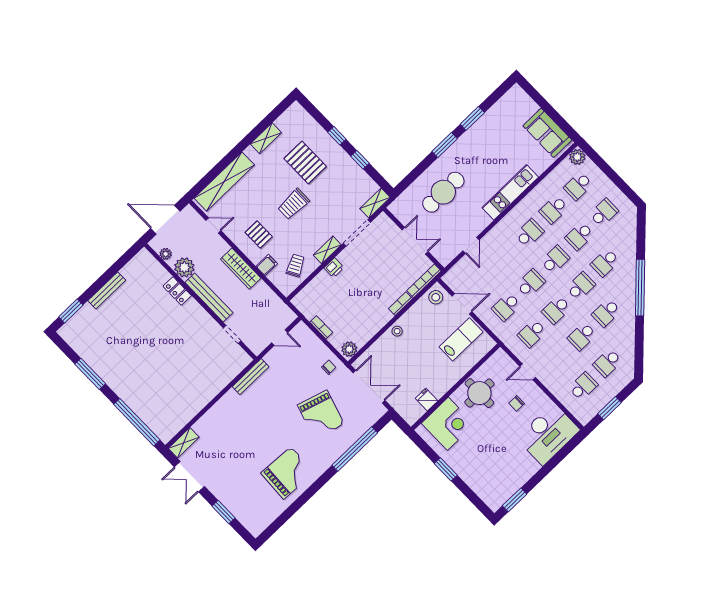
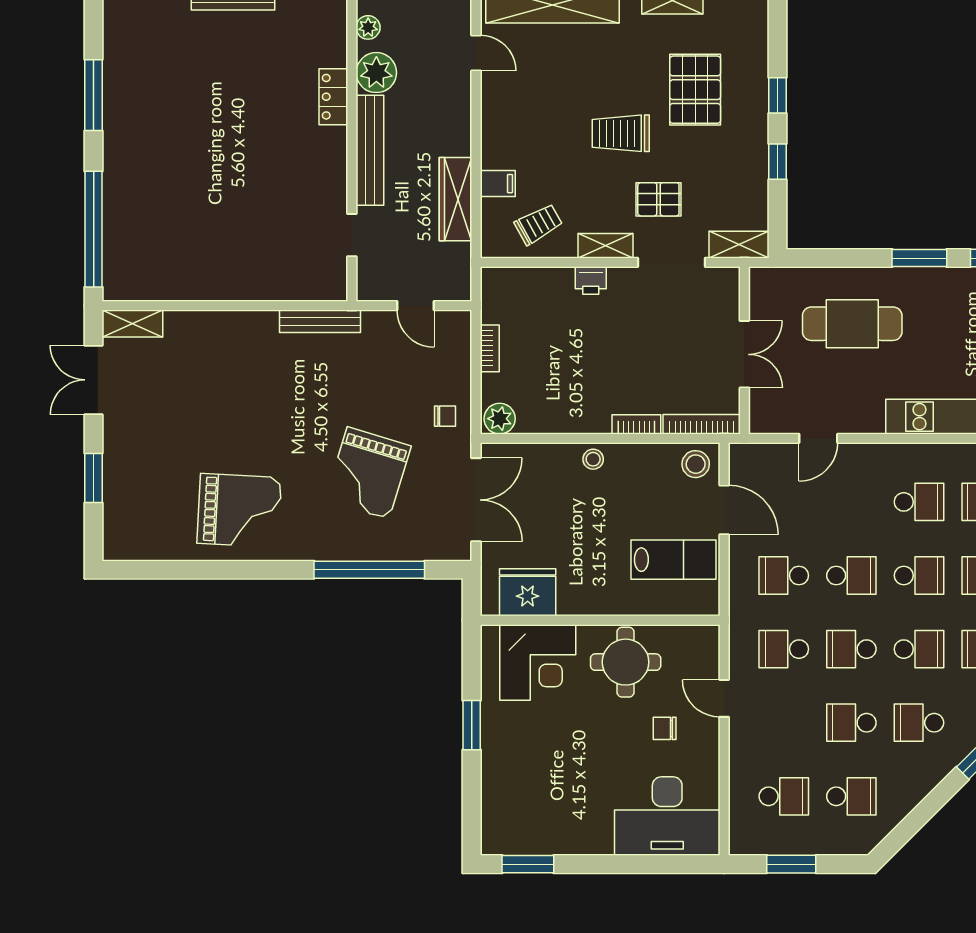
pallet: (259, 234) -> (658, 199), moved, turned 90
wardrobe: (241, 269) -> (455, 199), moved
school desk: (608, 363) -> (851, 796), turned 180
fridge: (427, 400) -> (528, 592), width x1.88, depth x1.34

